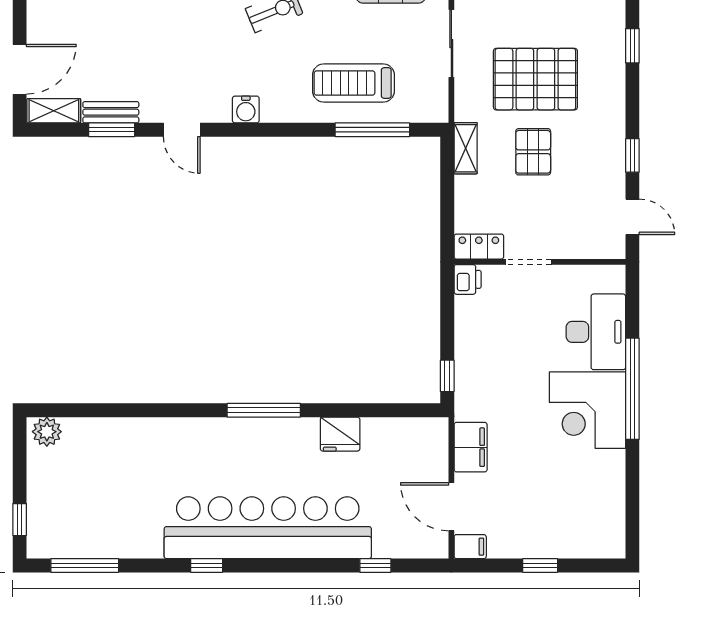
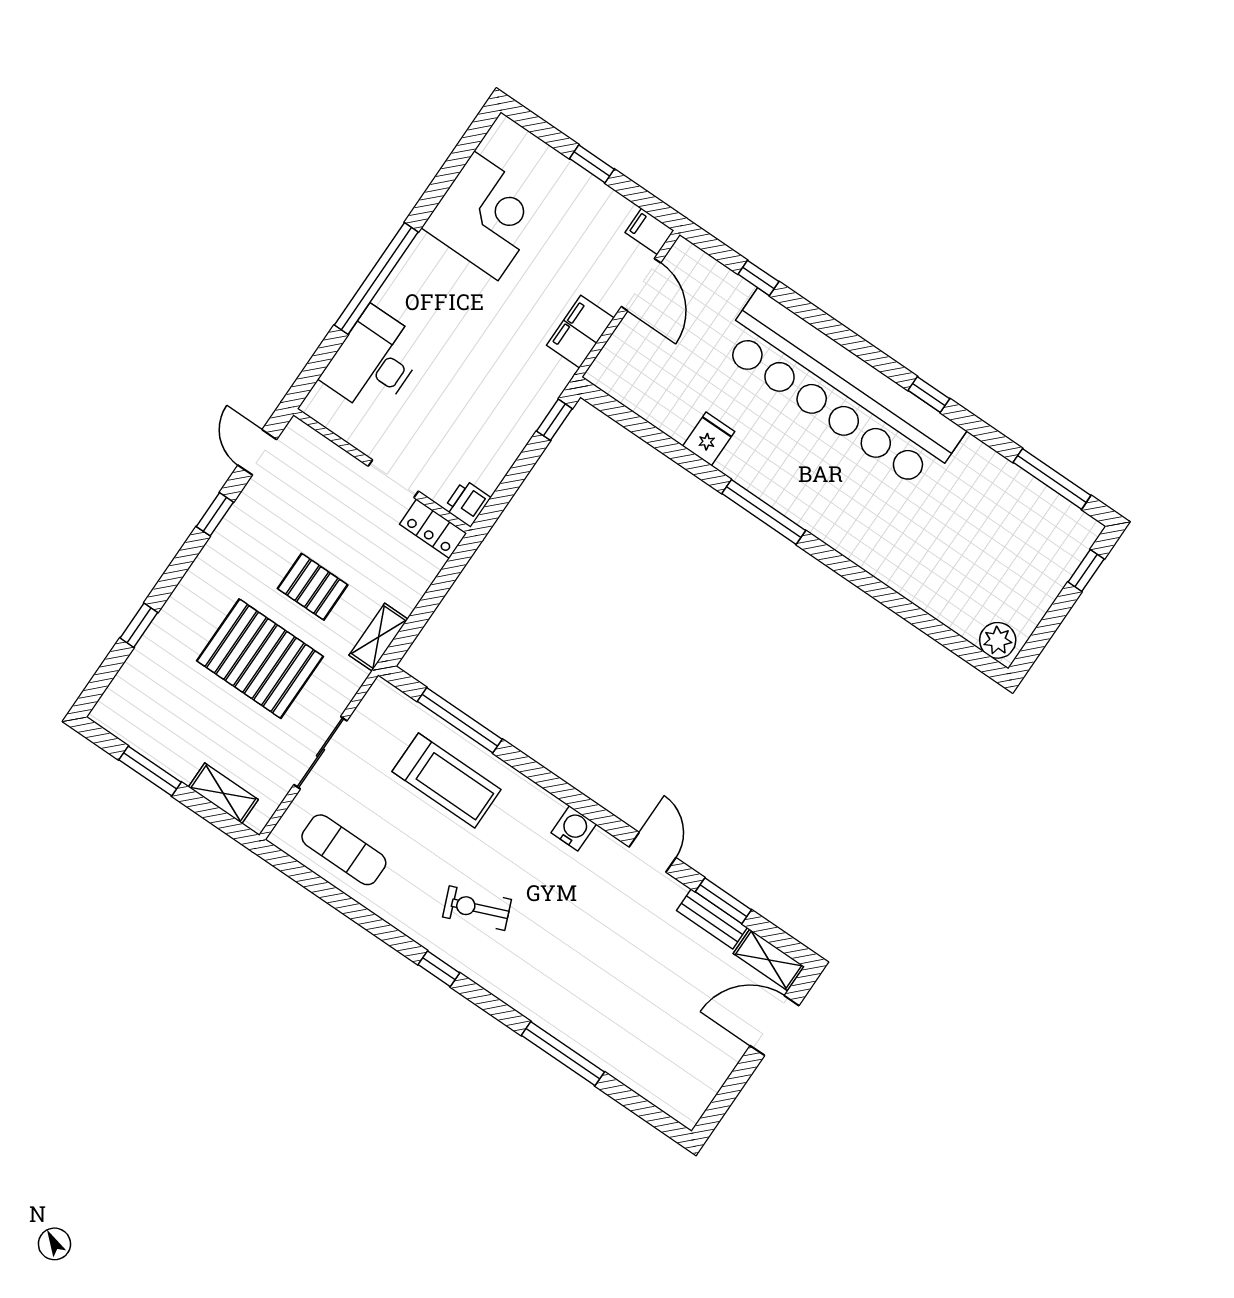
pallet: (533, 152) -> (313, 587), turned 90
corner desk: (587, 410) -> (486, 216), moved
fridge: (340, 434) -> (709, 439), width x0.72

